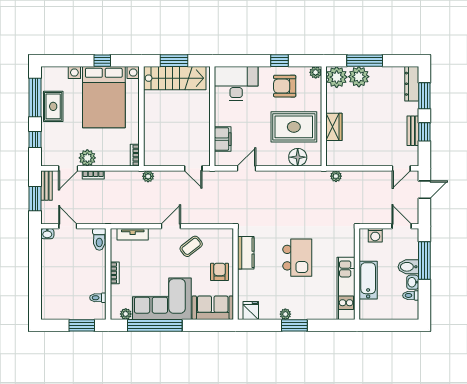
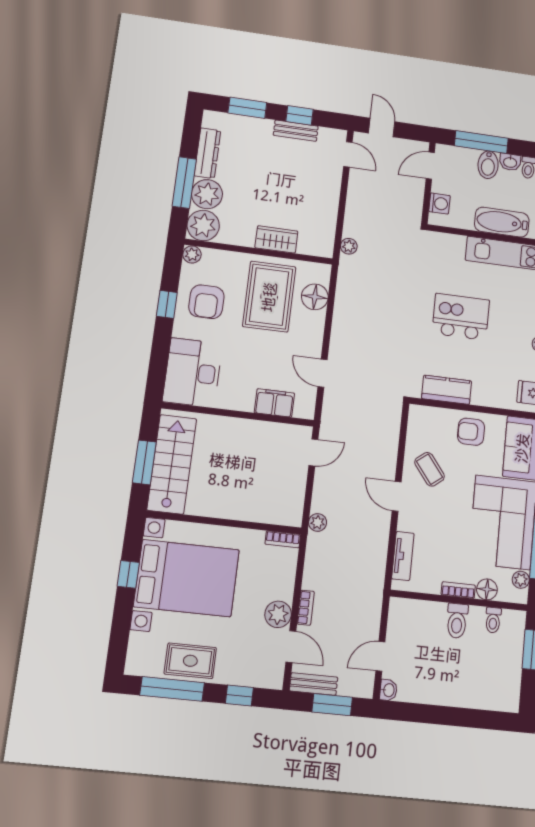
dresser: (412, 84) -> (207, 153), moved, turned -90
toilet: (99, 239) -> (457, 621), moved, turned 90
floor lamp: (117, 292) -> (487, 589), added

